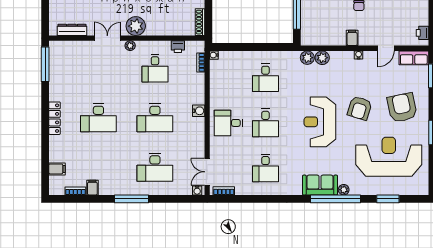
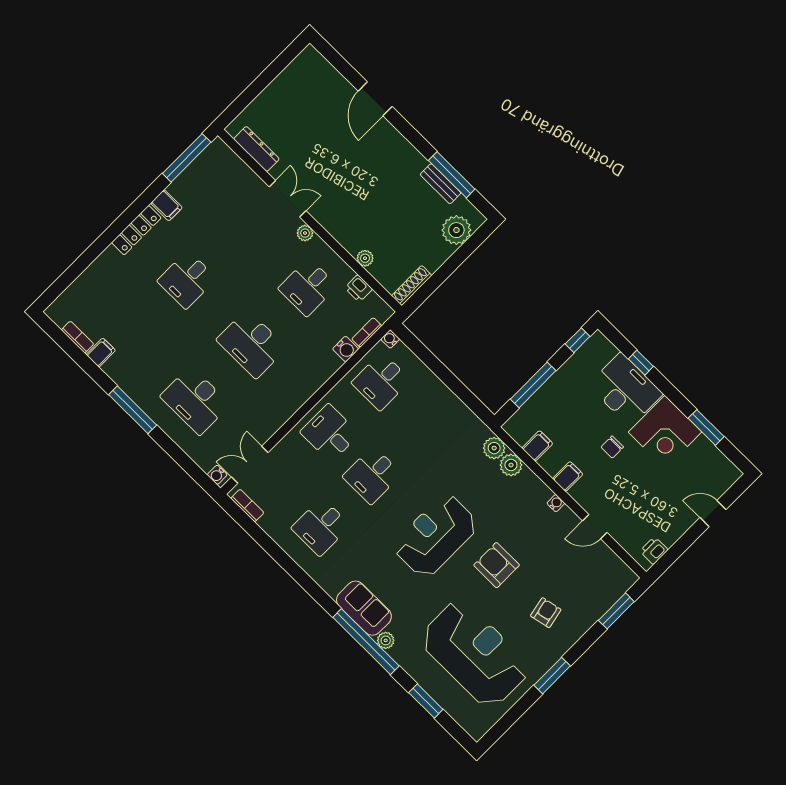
plant: (136, 26) -> (365, 258), moved, width x0.53, depth x0.53
filing cabinet: (325, 38) -> (537, 446), added
row of seats: (414, 58) -> (616, 569), removed
desk: (265, 78) -> (381, 381), moved
armchair: (360, 108) -> (497, 565), turned 73
armchair: (402, 108) -> (546, 613), width x0.53, depth x0.53
water cooler: (199, 111) -> (346, 349), moved
desk: (98, 118) -> (187, 280), width x0.73
filing cabinet: (57, 169) -> (166, 205), moved

